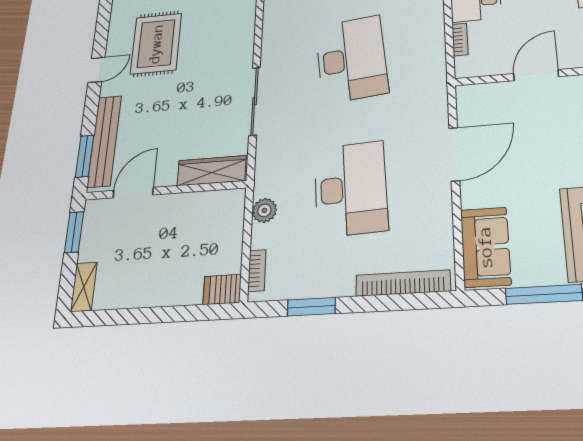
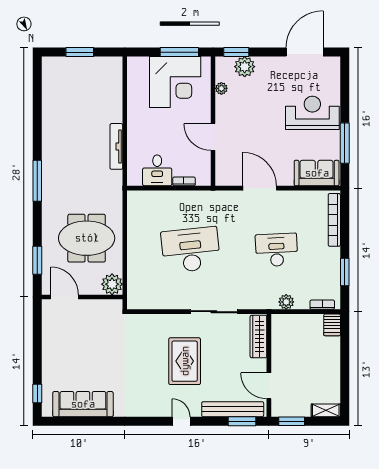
rug: (156, 44) -> (185, 361), moved, turned 90
desk: (351, 189) -> (277, 250), width x0.73, depth x0.77

